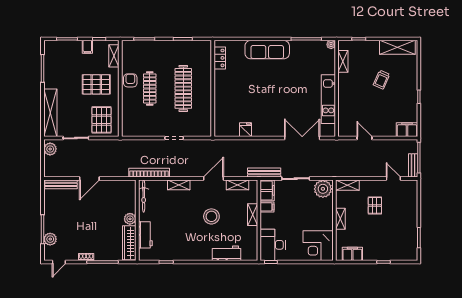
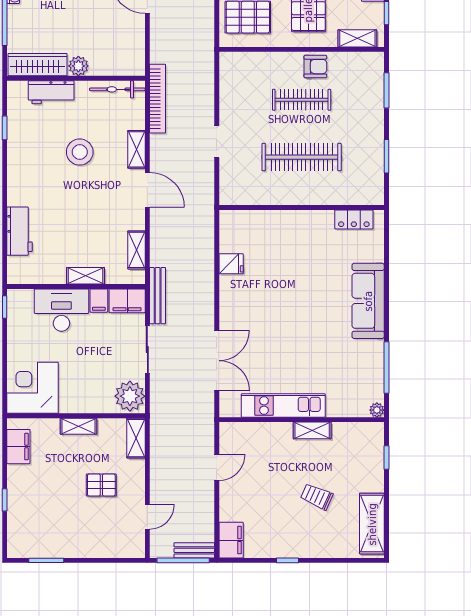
shelving: (343, 61) -> (312, 430), moved
bench: (413, 165) -> (194, 550), moved
door: (214, 179) -> (147, 190), moved
stool: (211, 216) -> (80, 152), moved
desk: (273, 245) -> (61, 310), moved

